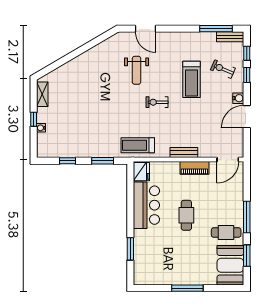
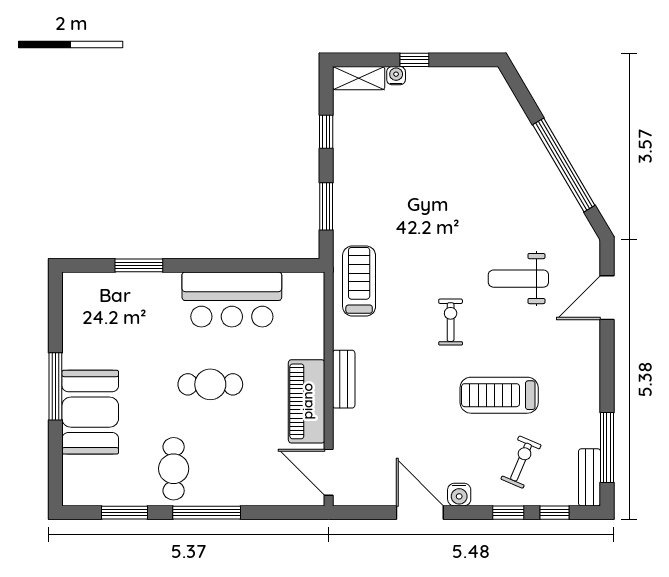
window: (83, 49) -> (564, 165), added
shelving: (42, 94) -> (359, 78), moved
piano: (194, 168) -> (307, 401), width x1.37, depth x1.33
fridge: (141, 172) -> (303, 289), removed
booth: (230, 265) -> (90, 412), moved, turned 90

